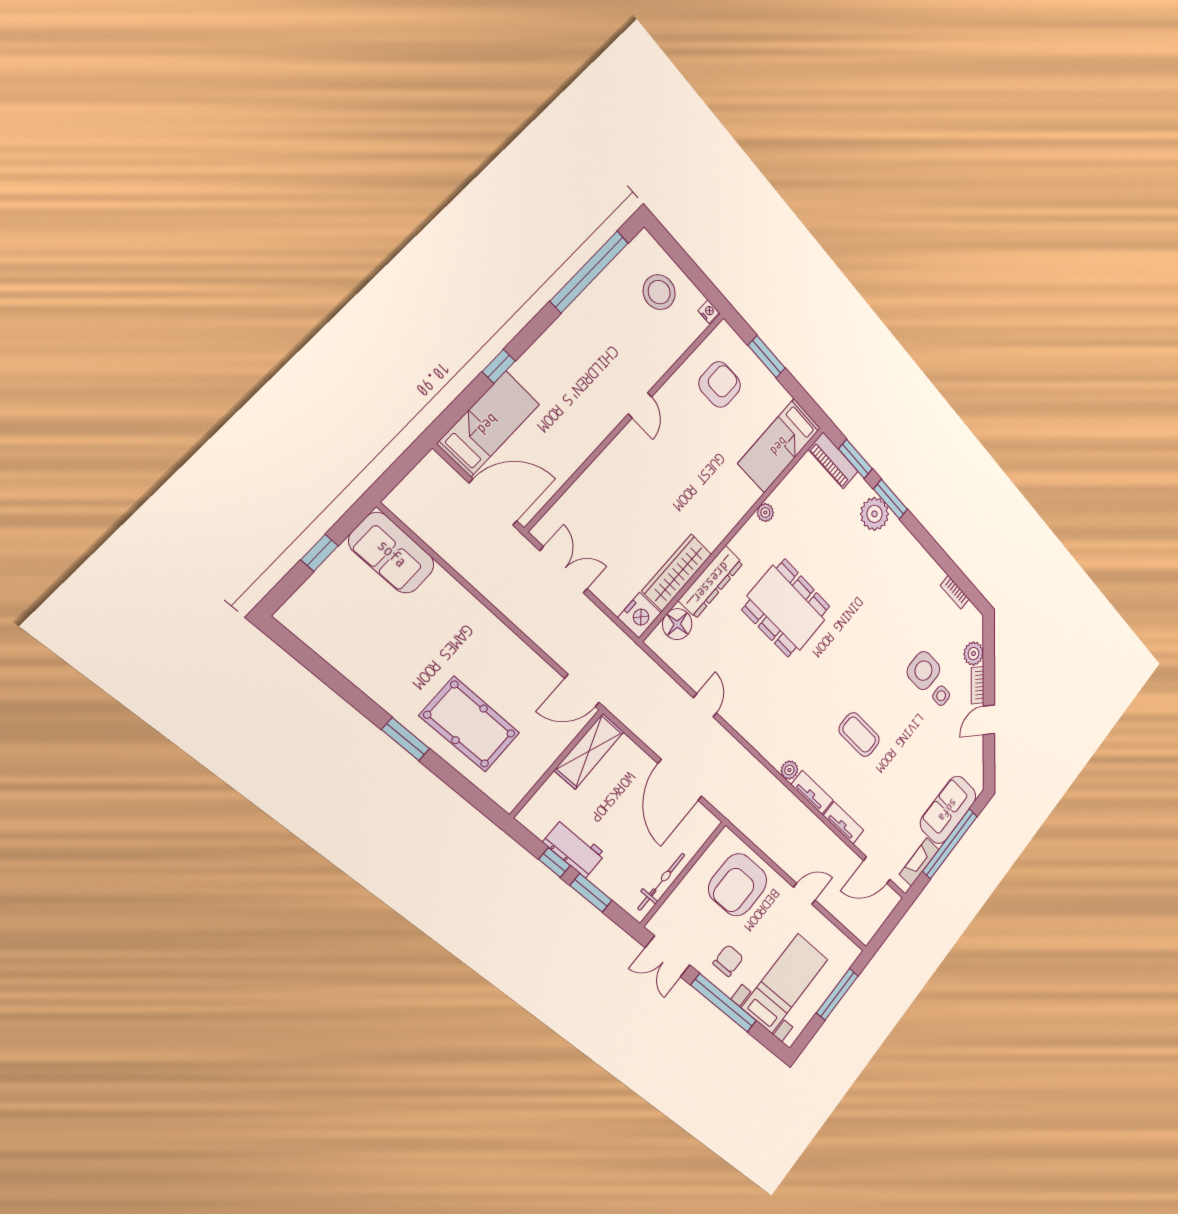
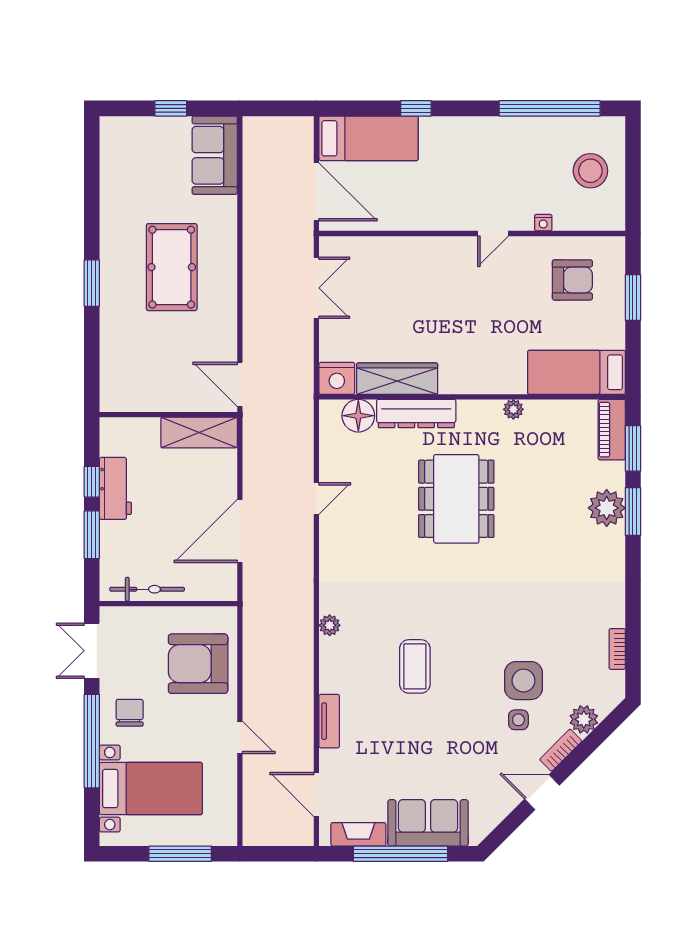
nightstand: (709, 312) -> (543, 223), moved, turned 90
pool table: (470, 724) -> (172, 267), moved
tv unit: (812, 792) -> (329, 665), removed
chair: (728, 961) -> (130, 713), turned -90

